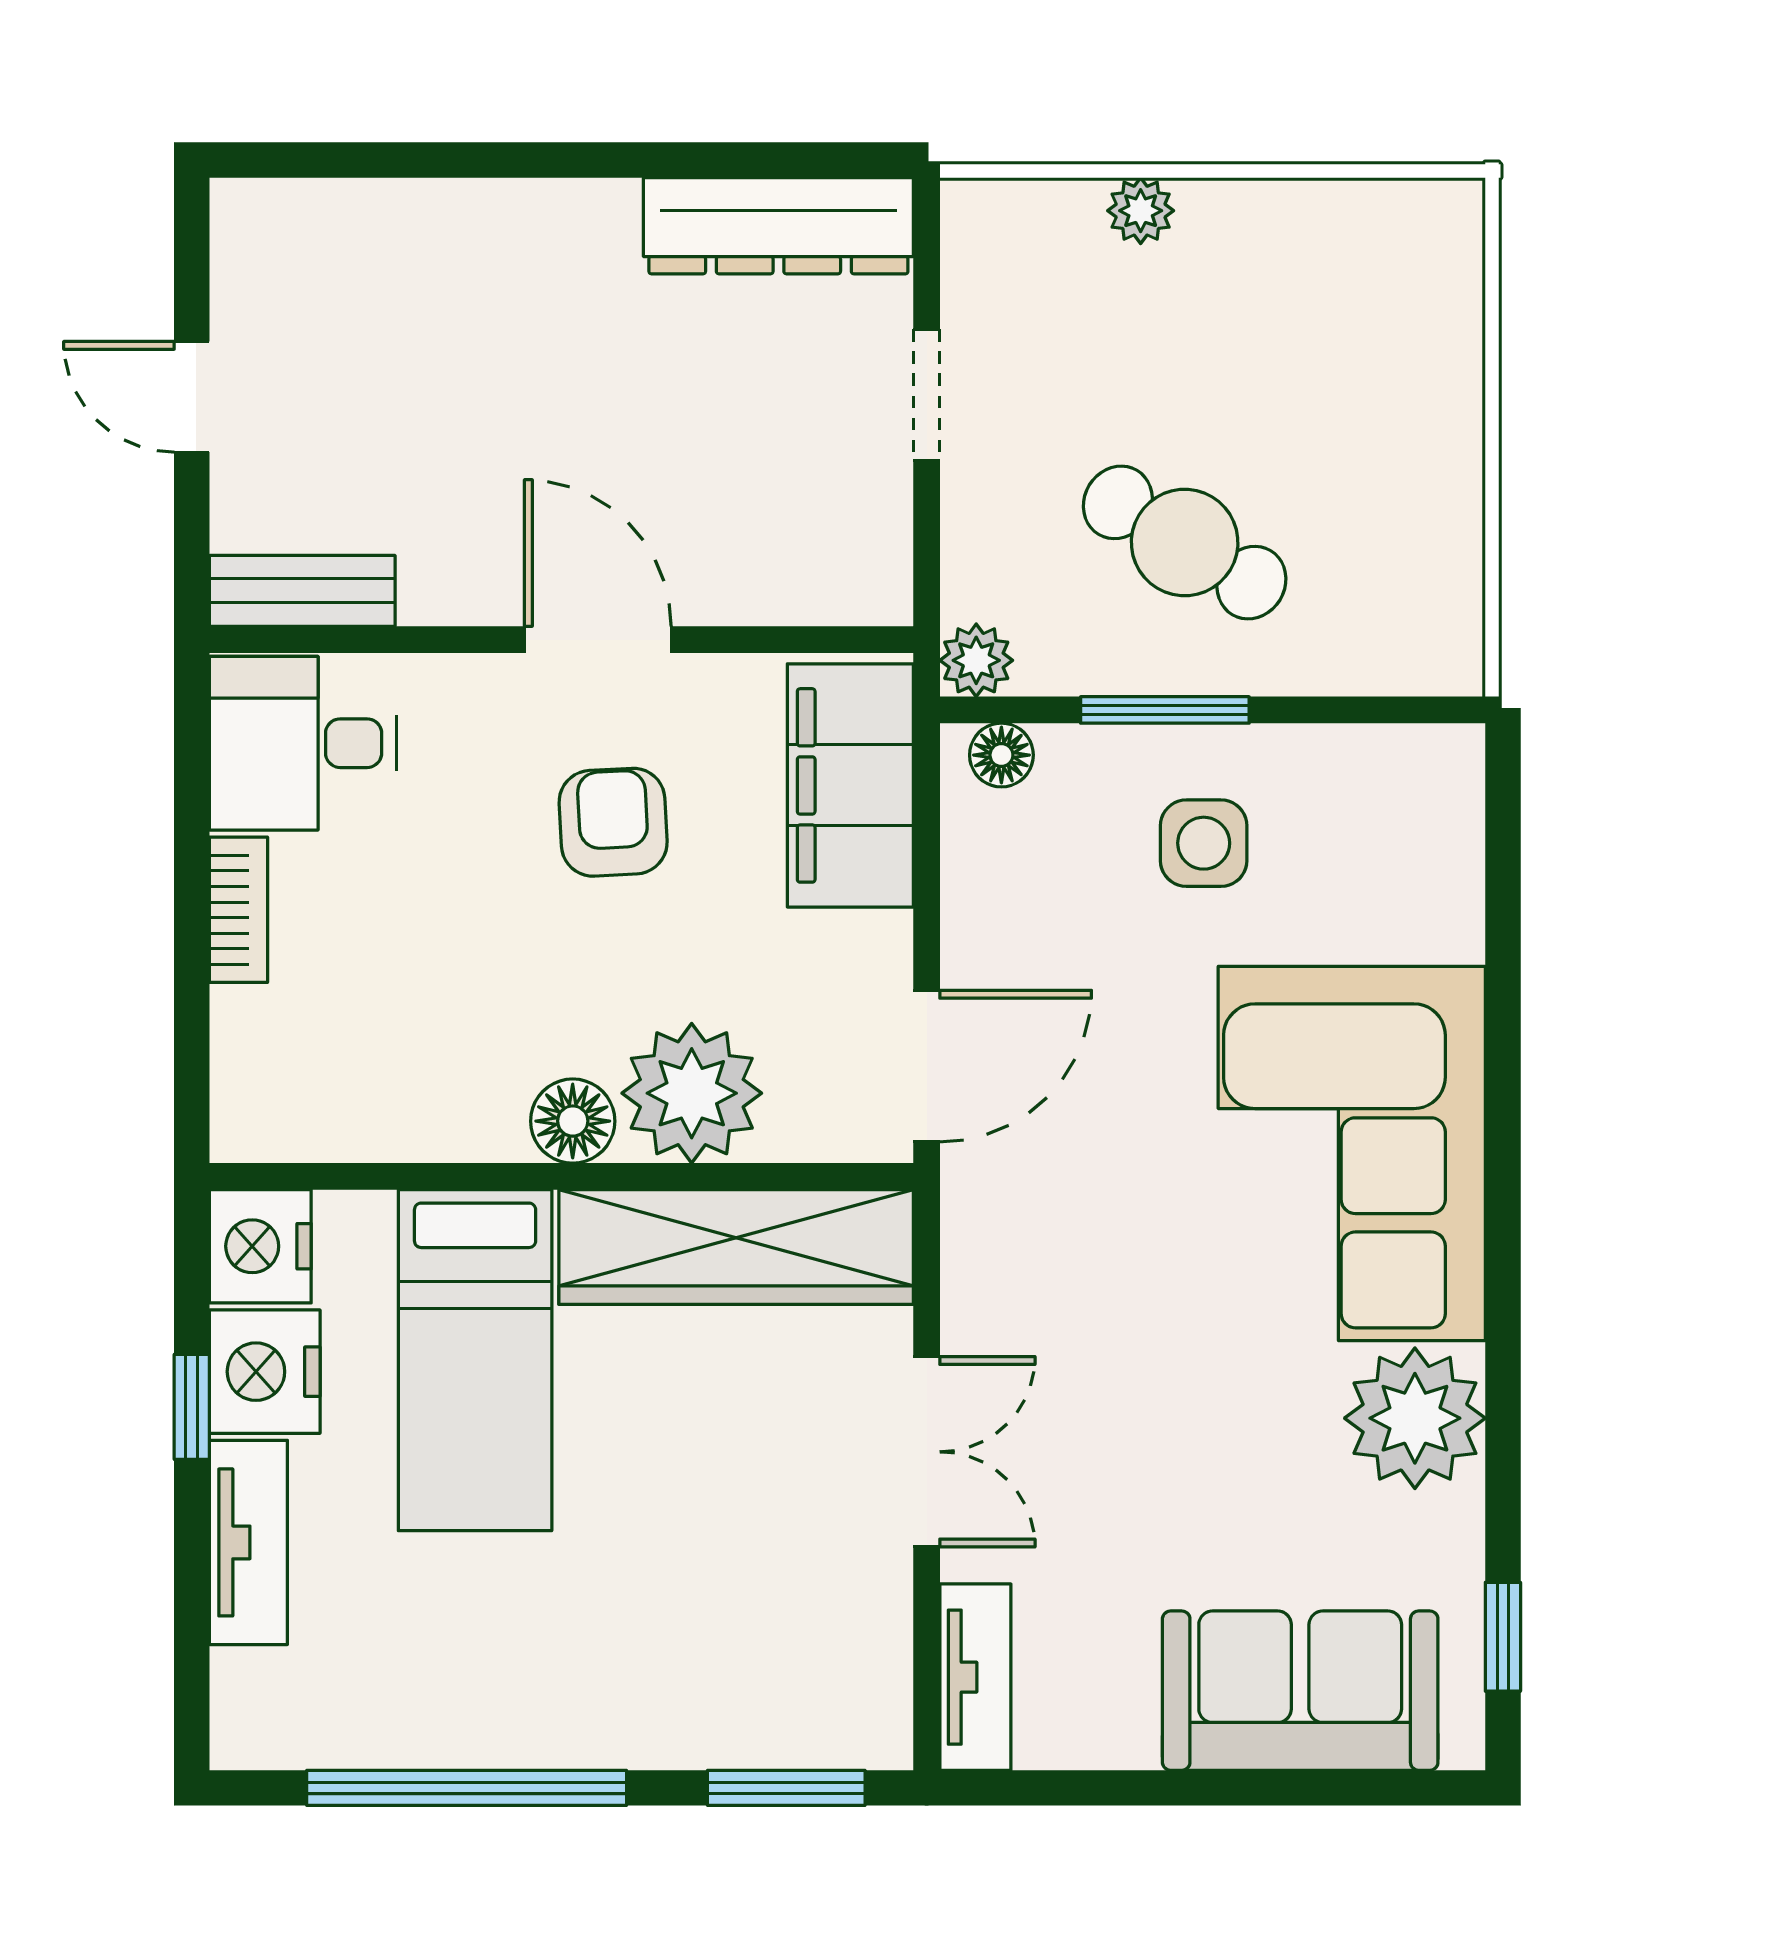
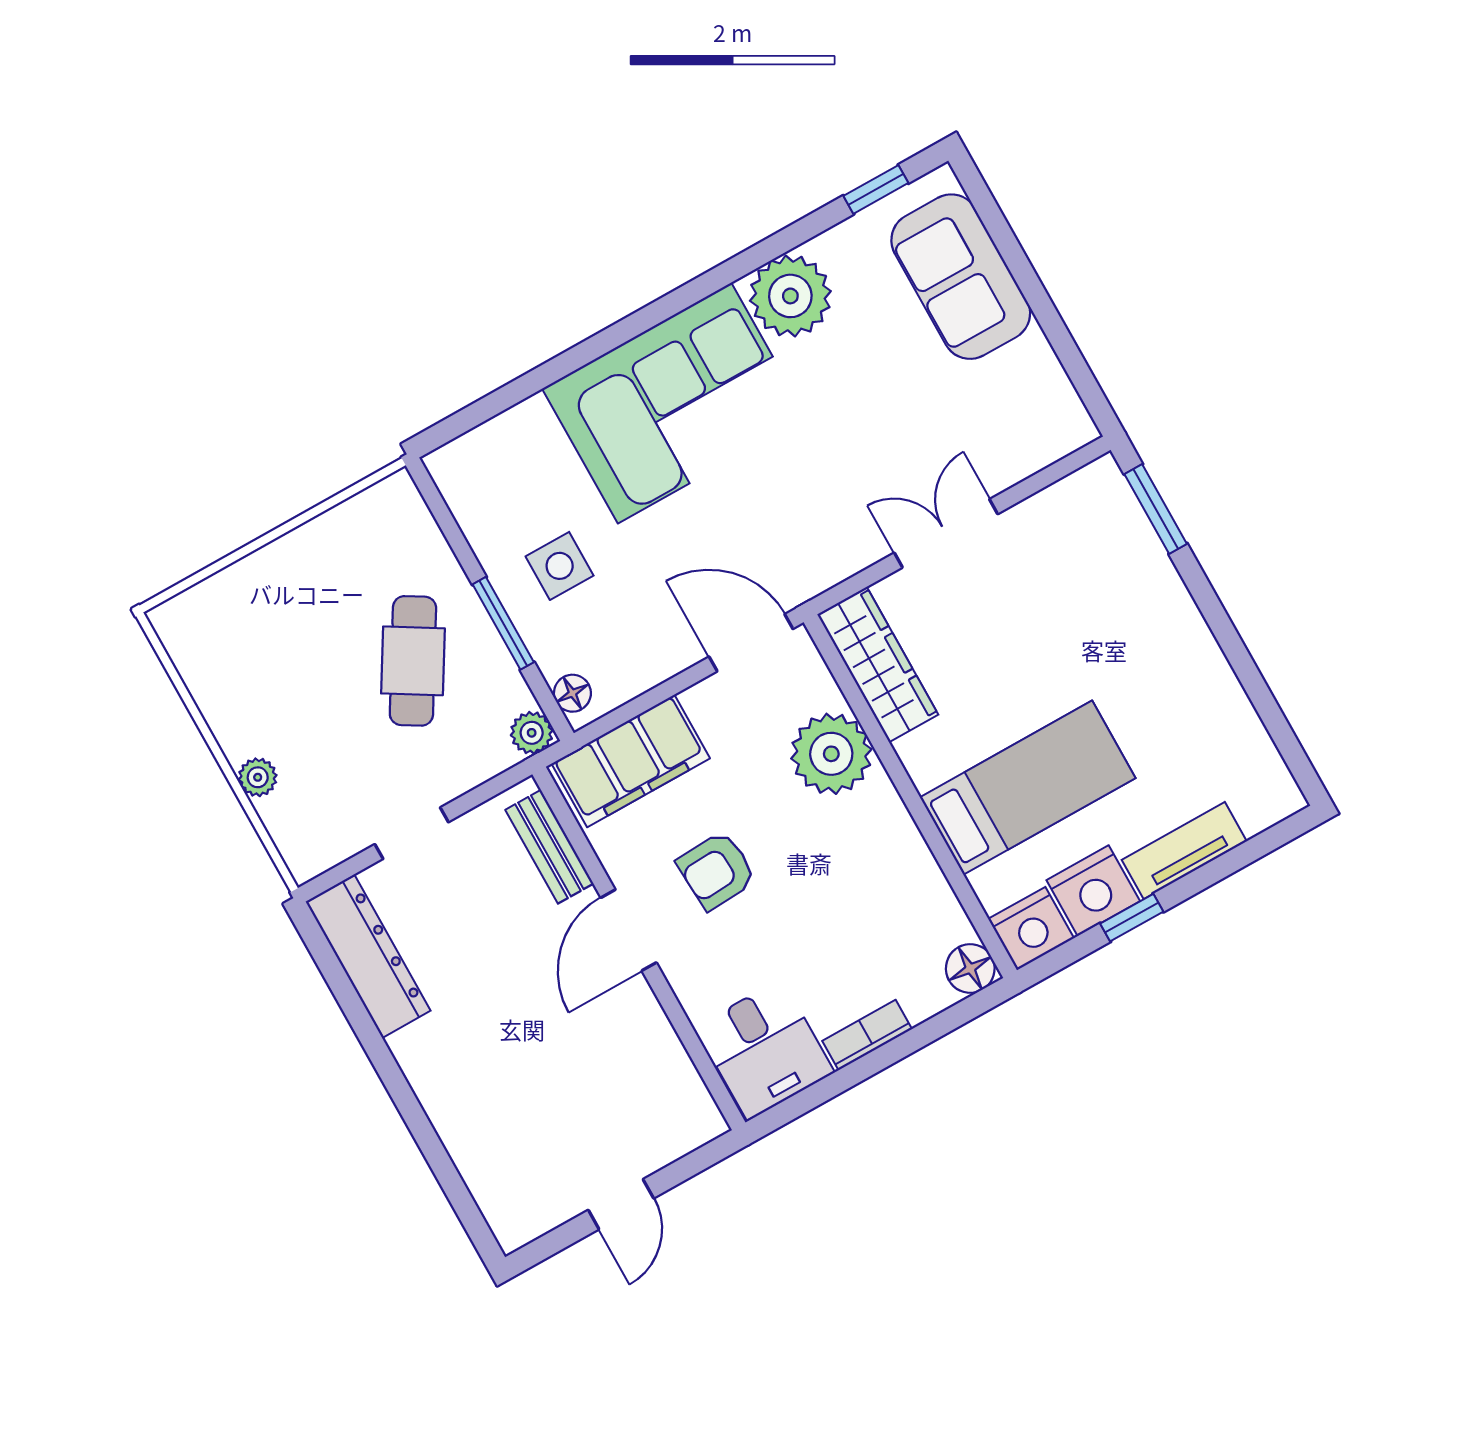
bench: (302, 591) -> (549, 847), moved
floor lamp: (573, 1121) -> (970, 969), moved
wardrobe: (736, 1247) -> (878, 665), width x0.71, depth x0.85
tv unit: (975, 1677) -> (1046, 445), removed
window: (467, 1788) -> (1246, 671), removed

